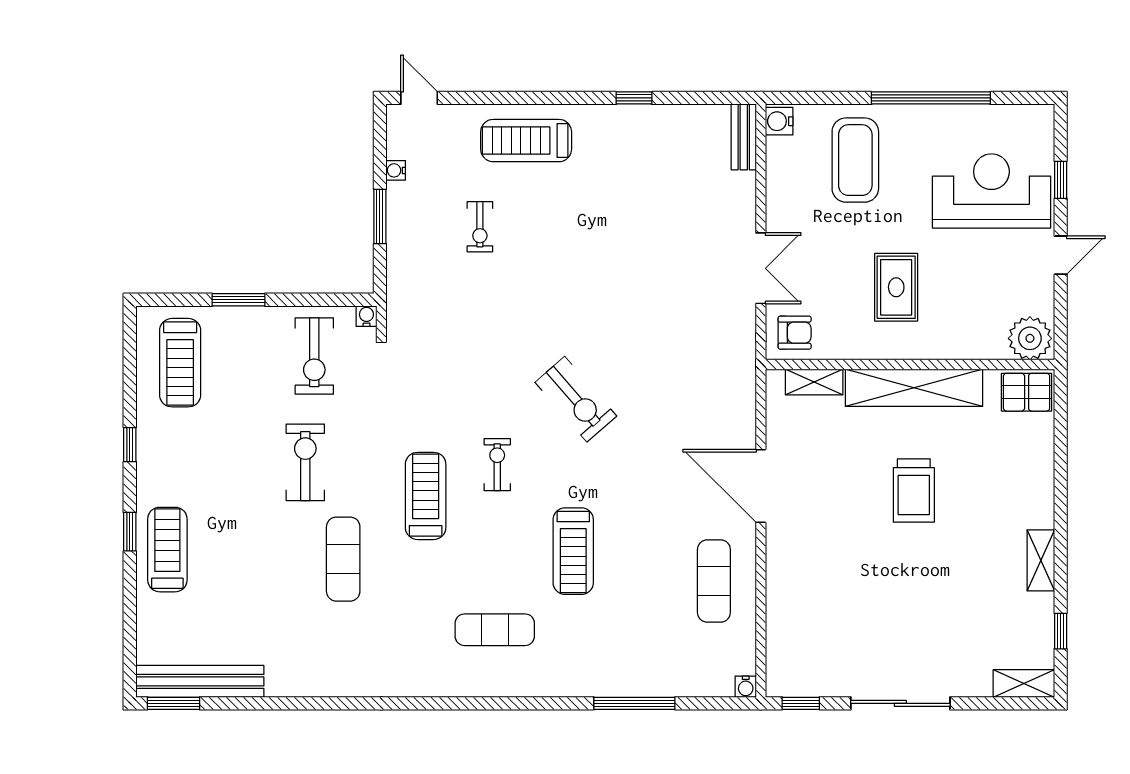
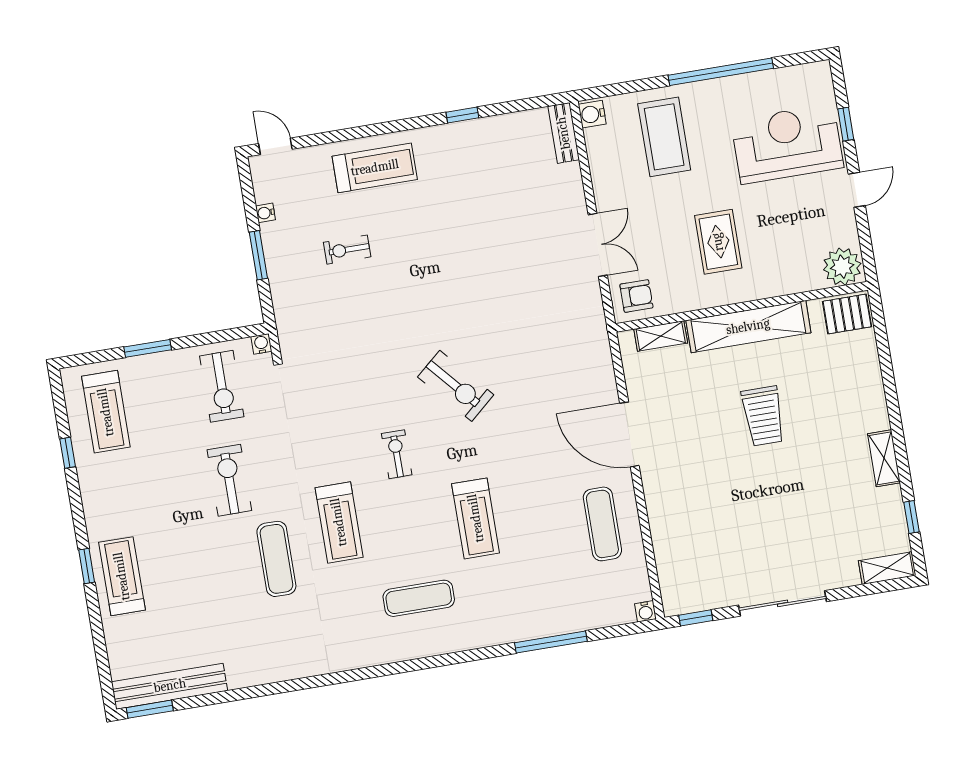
treadmill: (526, 141) -> (375, 168), turned 180
exercise bike: (480, 227) -> (347, 250), turned 90
window: (130, 445) -> (68, 453), moved
treadmill: (426, 496) -> (339, 522), moved, turned 180

